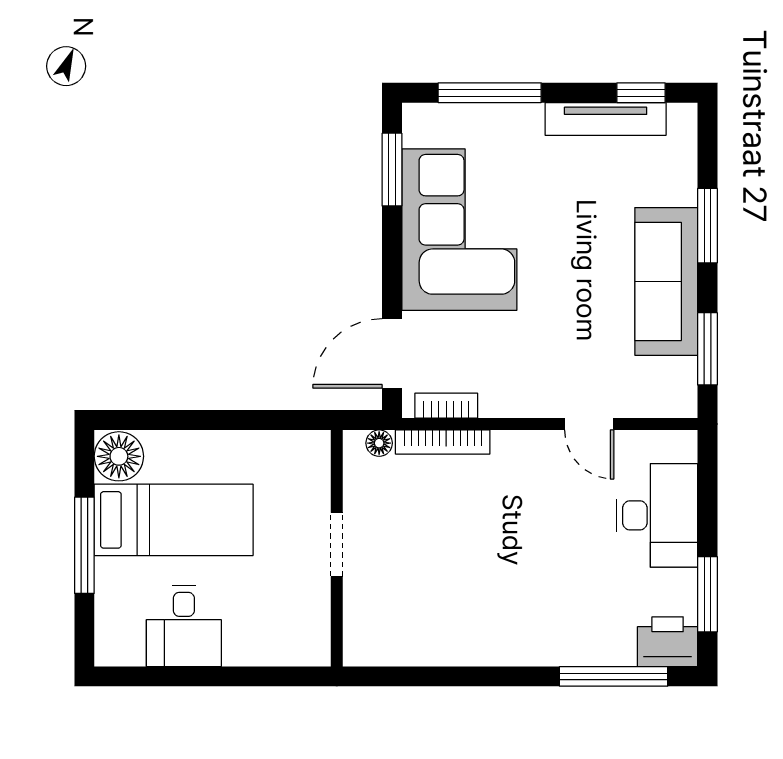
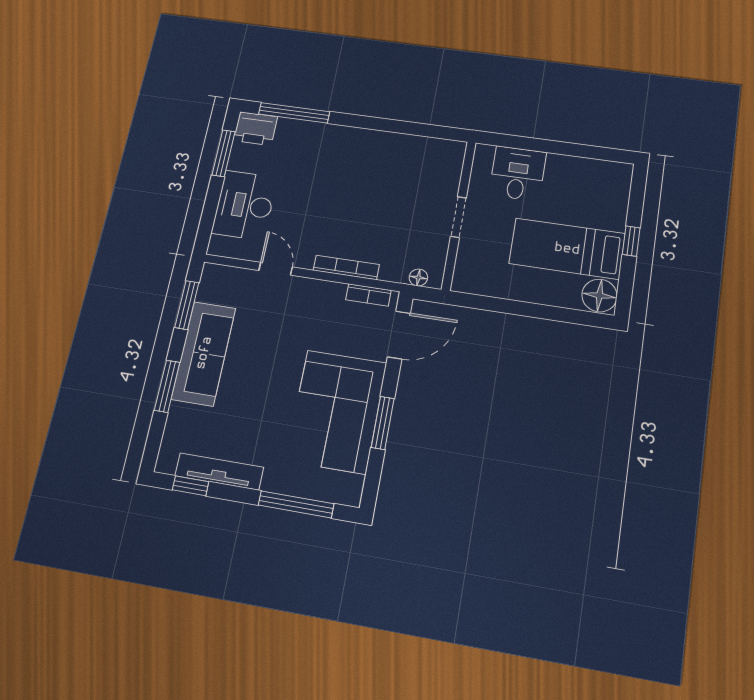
window: (392, 170) -> (383, 423), moved
bookcase: (443, 442) -> (346, 267), moved
window: (84, 545) -> (631, 241), width x0.46
desk: (184, 626) -> (518, 174), moved

